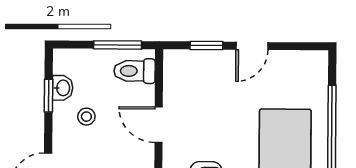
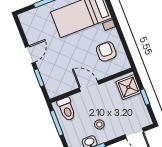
door: (252, 46) -> (30, 55), hinge flipped
door: (159, 125) -> (89, 86), swing flipped

